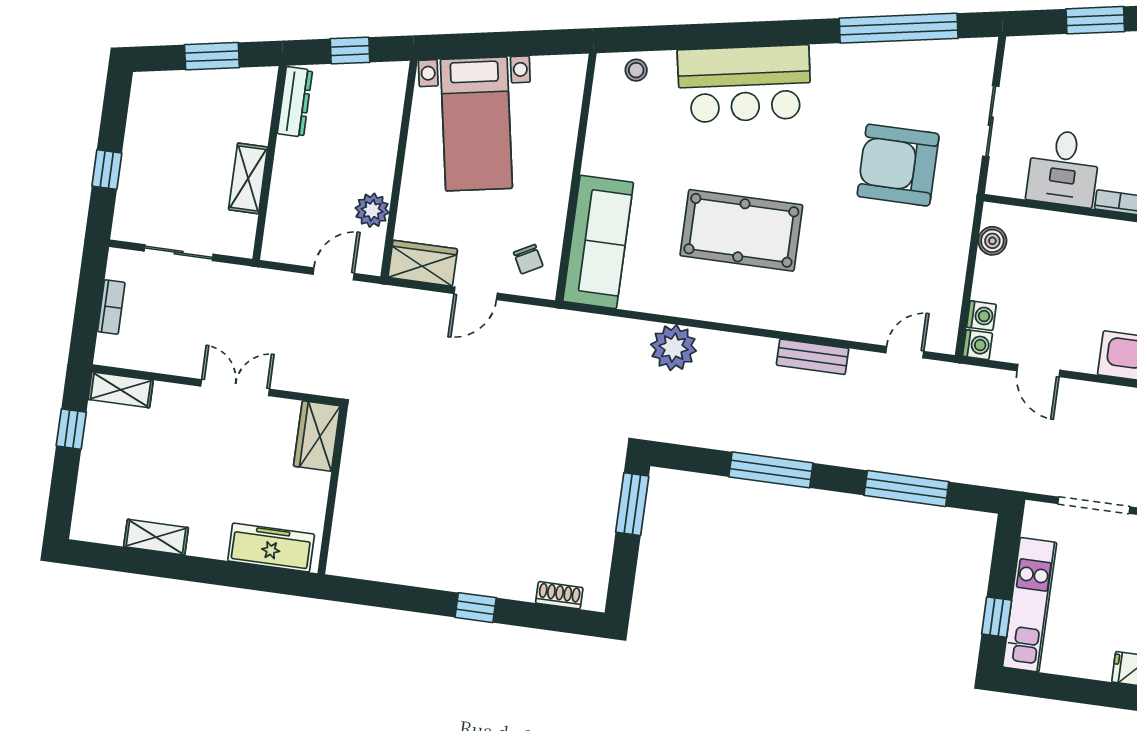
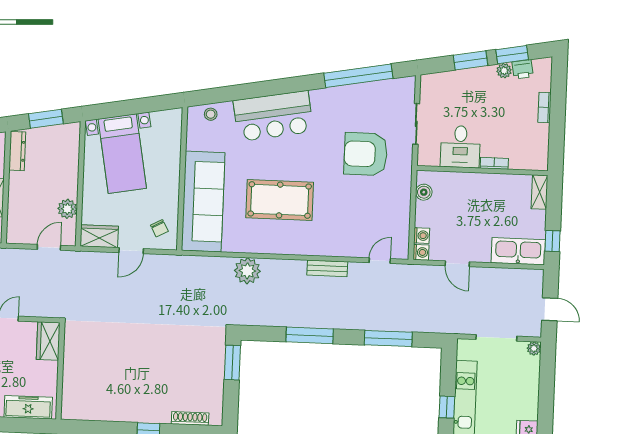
window: (350, 51) -> (46, 119), width x1.50
sofa: (598, 242) -> (203, 201), width x1.36, depth x1.27
shoe rack: (559, 595) -> (190, 418), width x1.43

